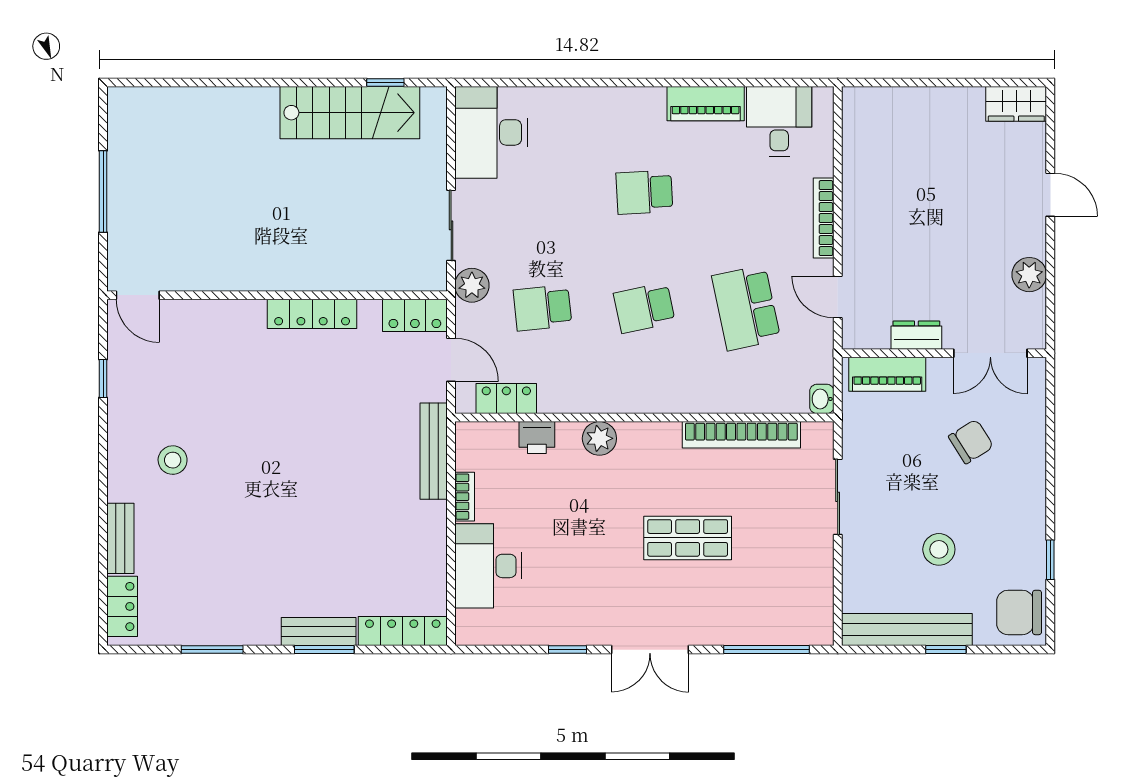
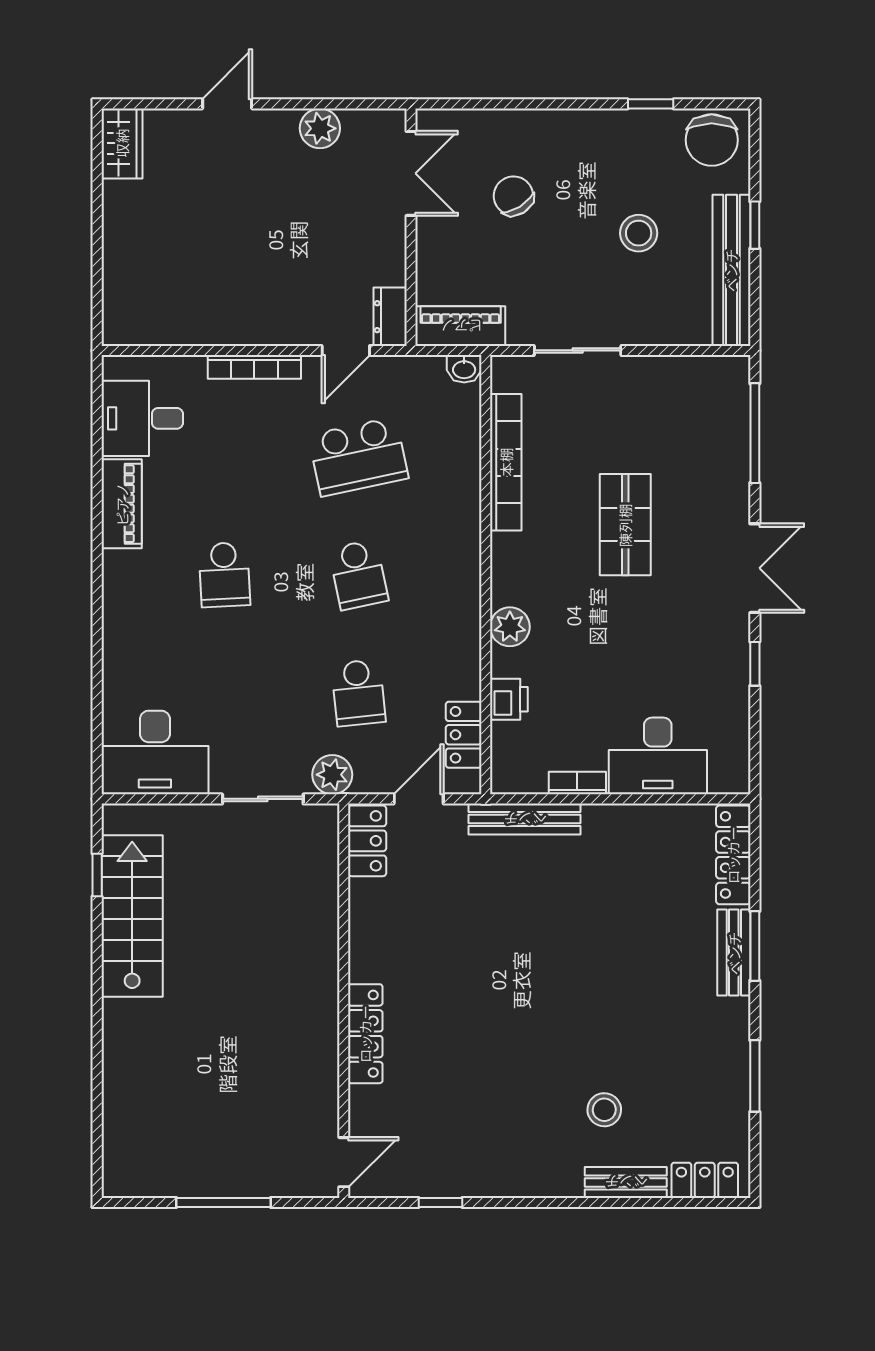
locker: (312, 314) -> (365, 1034), moved
dresser: (916, 335) -> (390, 317), moved
piano: (887, 374) -> (461, 326), moved, turned -90
stool: (173, 460) -> (604, 1110), moved

